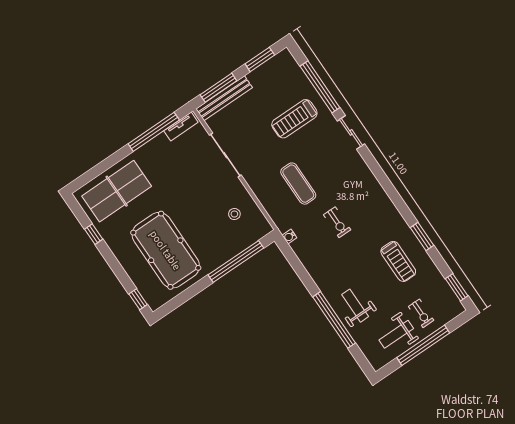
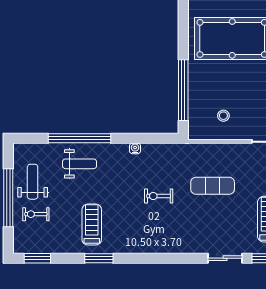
water cooler: (289, 236) -> (135, 148), moved
treadmill: (398, 261) -> (92, 224), turned 90

